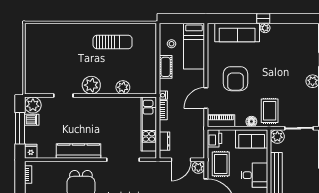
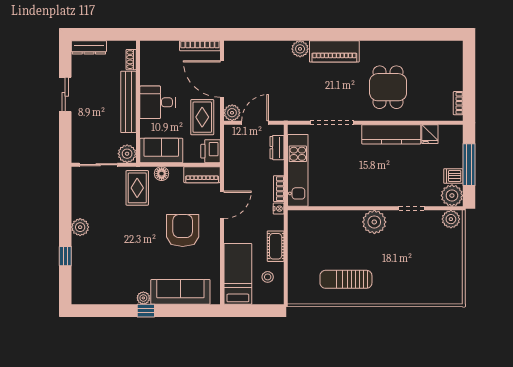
plant: (123, 87) -> (451, 219), moved
fridge: (31, 151) -> (430, 134), moved

